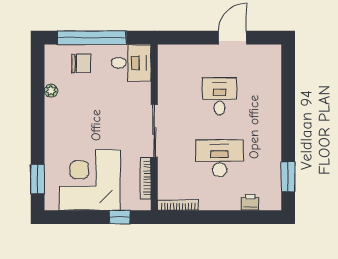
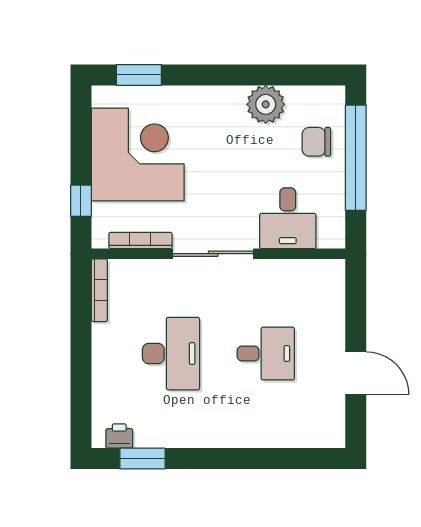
chair: (81, 63) -> (316, 142), turned 90
desk: (131, 63) -> (288, 218), moved
plant: (51, 91) -> (266, 104), width x1.88, depth x1.88
printer: (250, 202) -> (119, 436), moved, turned -90

